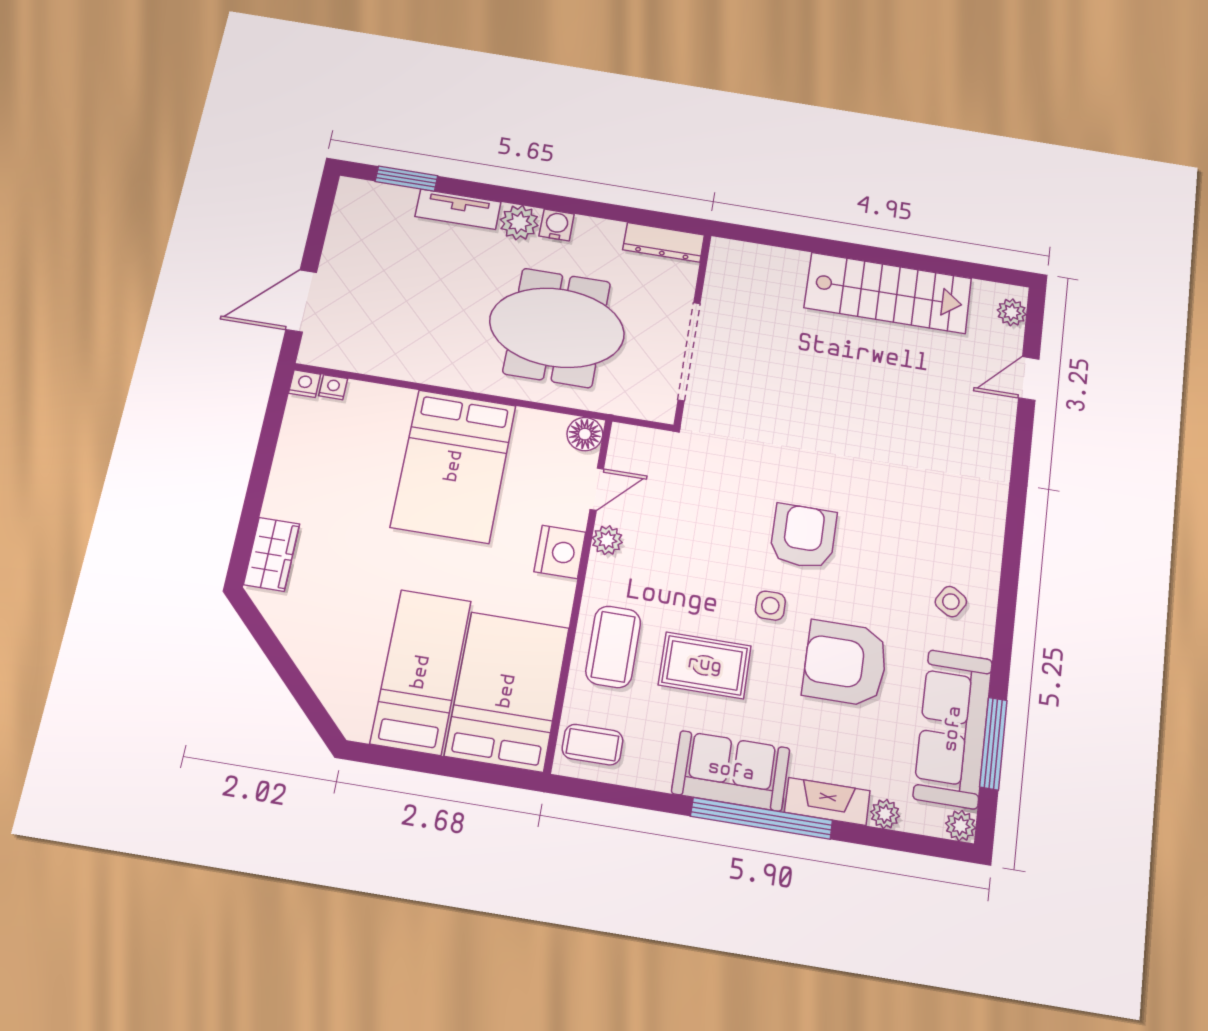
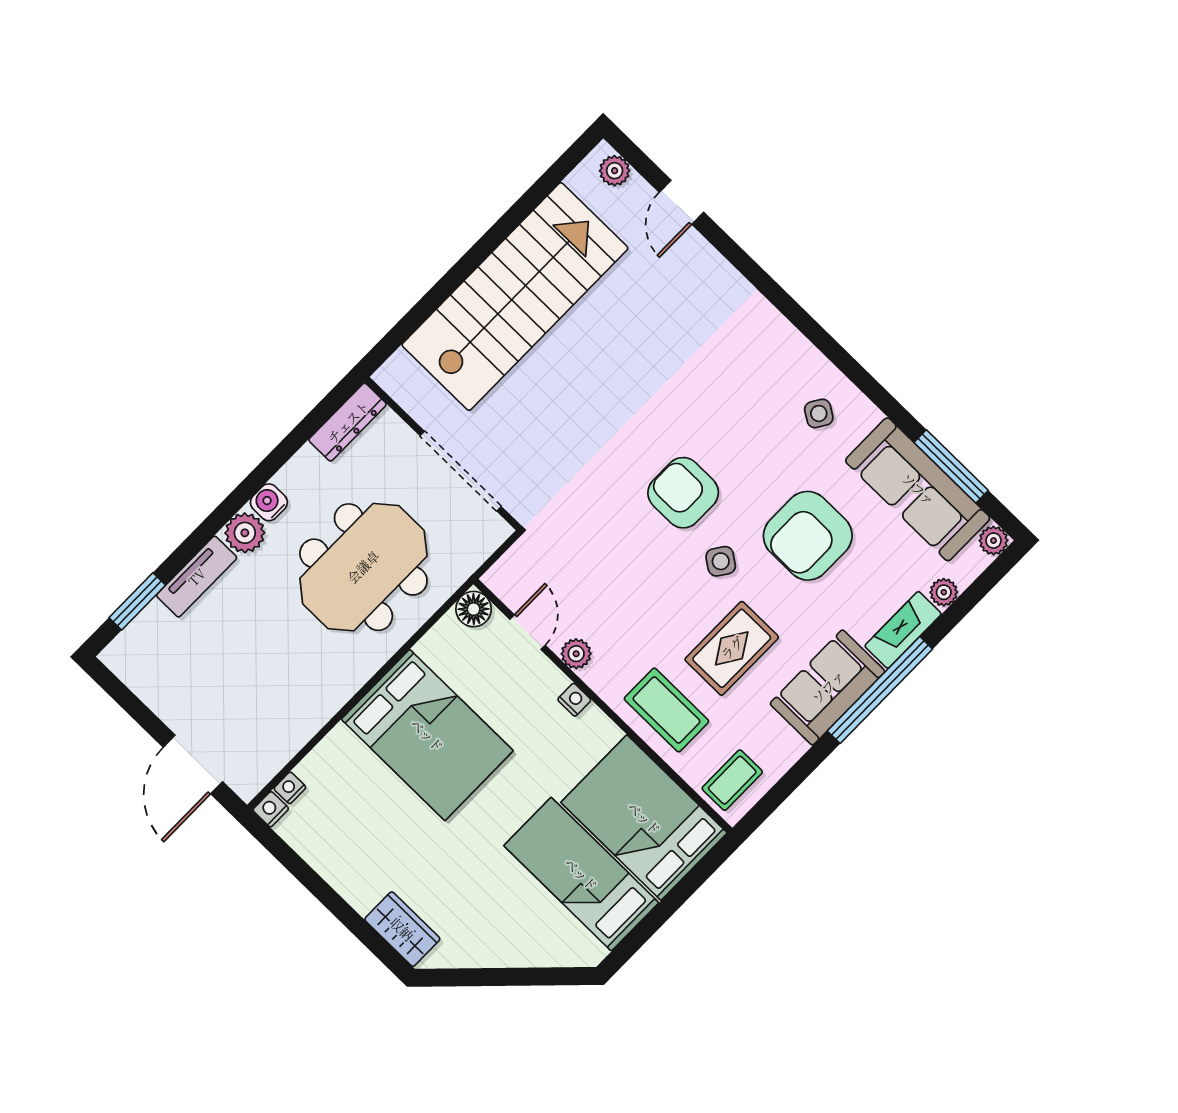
stairs: (888, 293) -> (515, 296), width x1.36, depth x1.51
nightstand: (560, 552) -> (574, 700), width x0.53, depth x0.56
side table: (770, 606) -> (721, 561), turned 35

